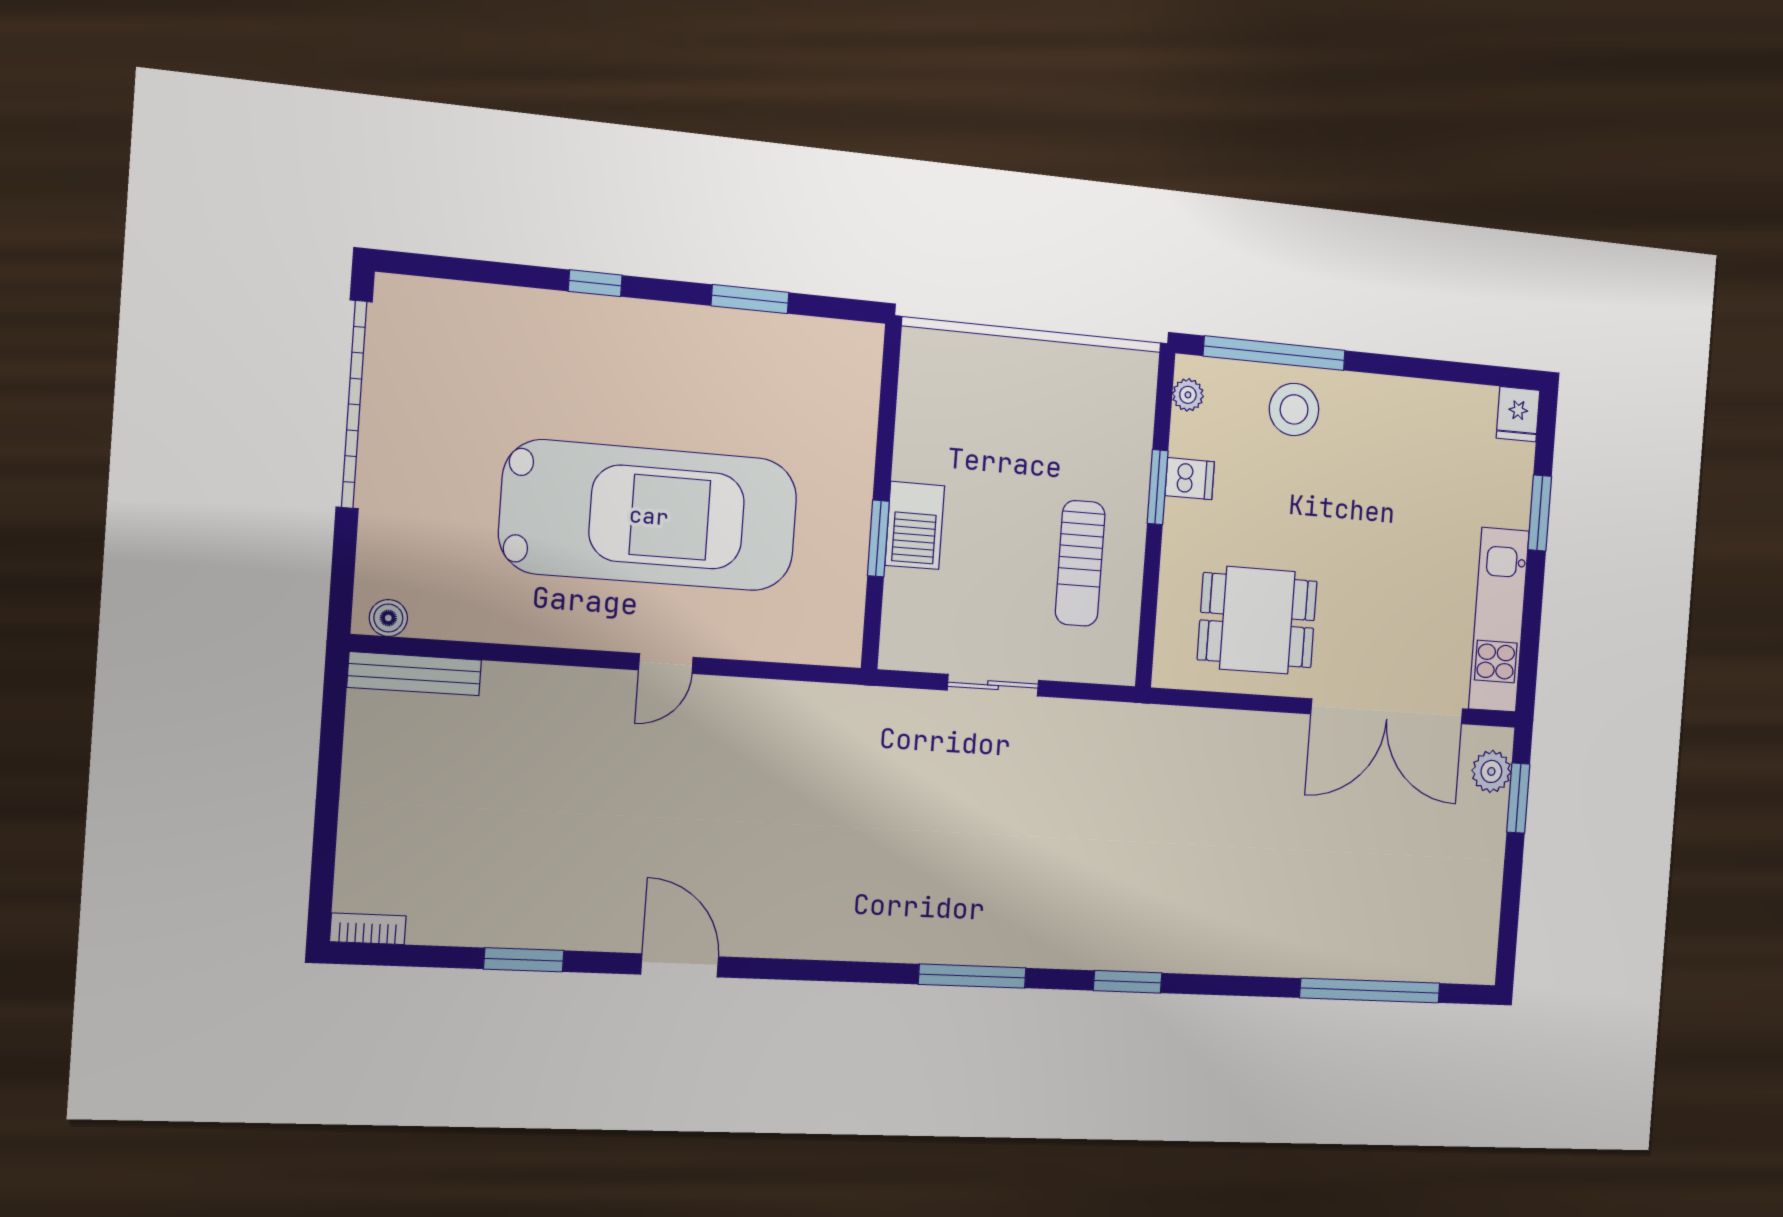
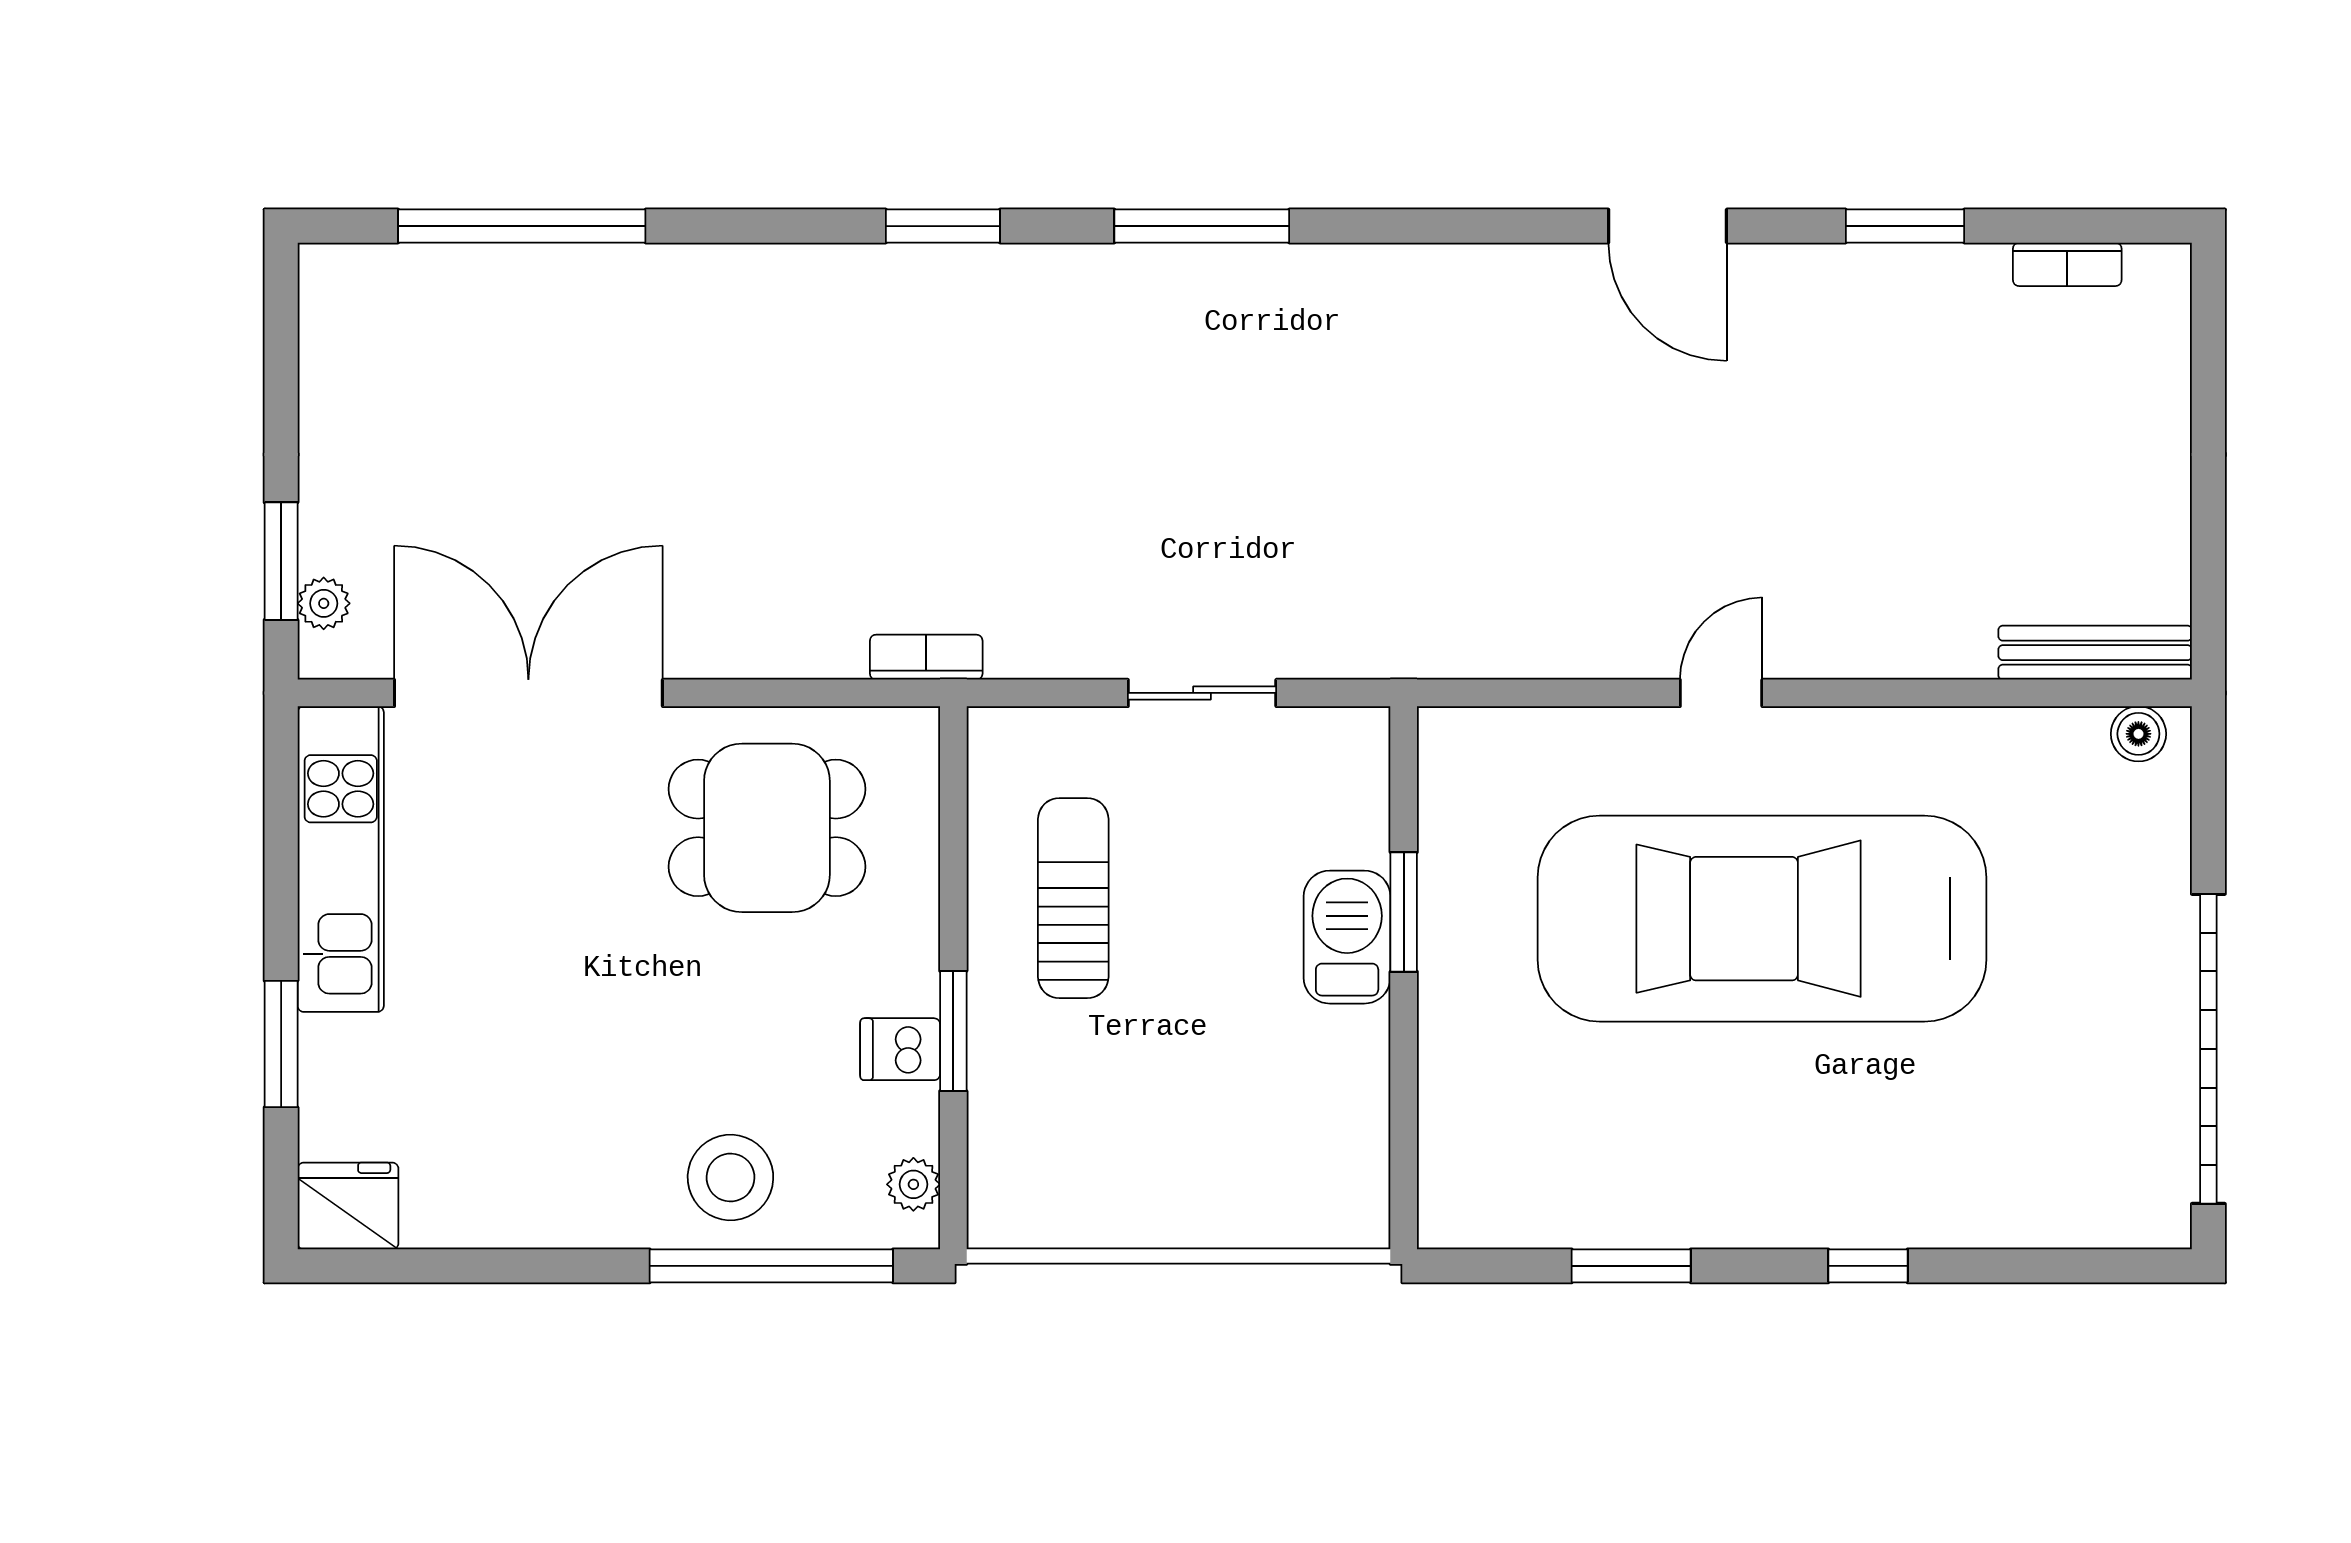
fridge: (1518, 414) -> (348, 1206), width x1.38
bookcase: (1157, 718) -> (926, 657), added
plant: (1491, 771) -> (324, 603), width x0.73, depth x0.73
bookcase: (368, 929) -> (2067, 264), moved

